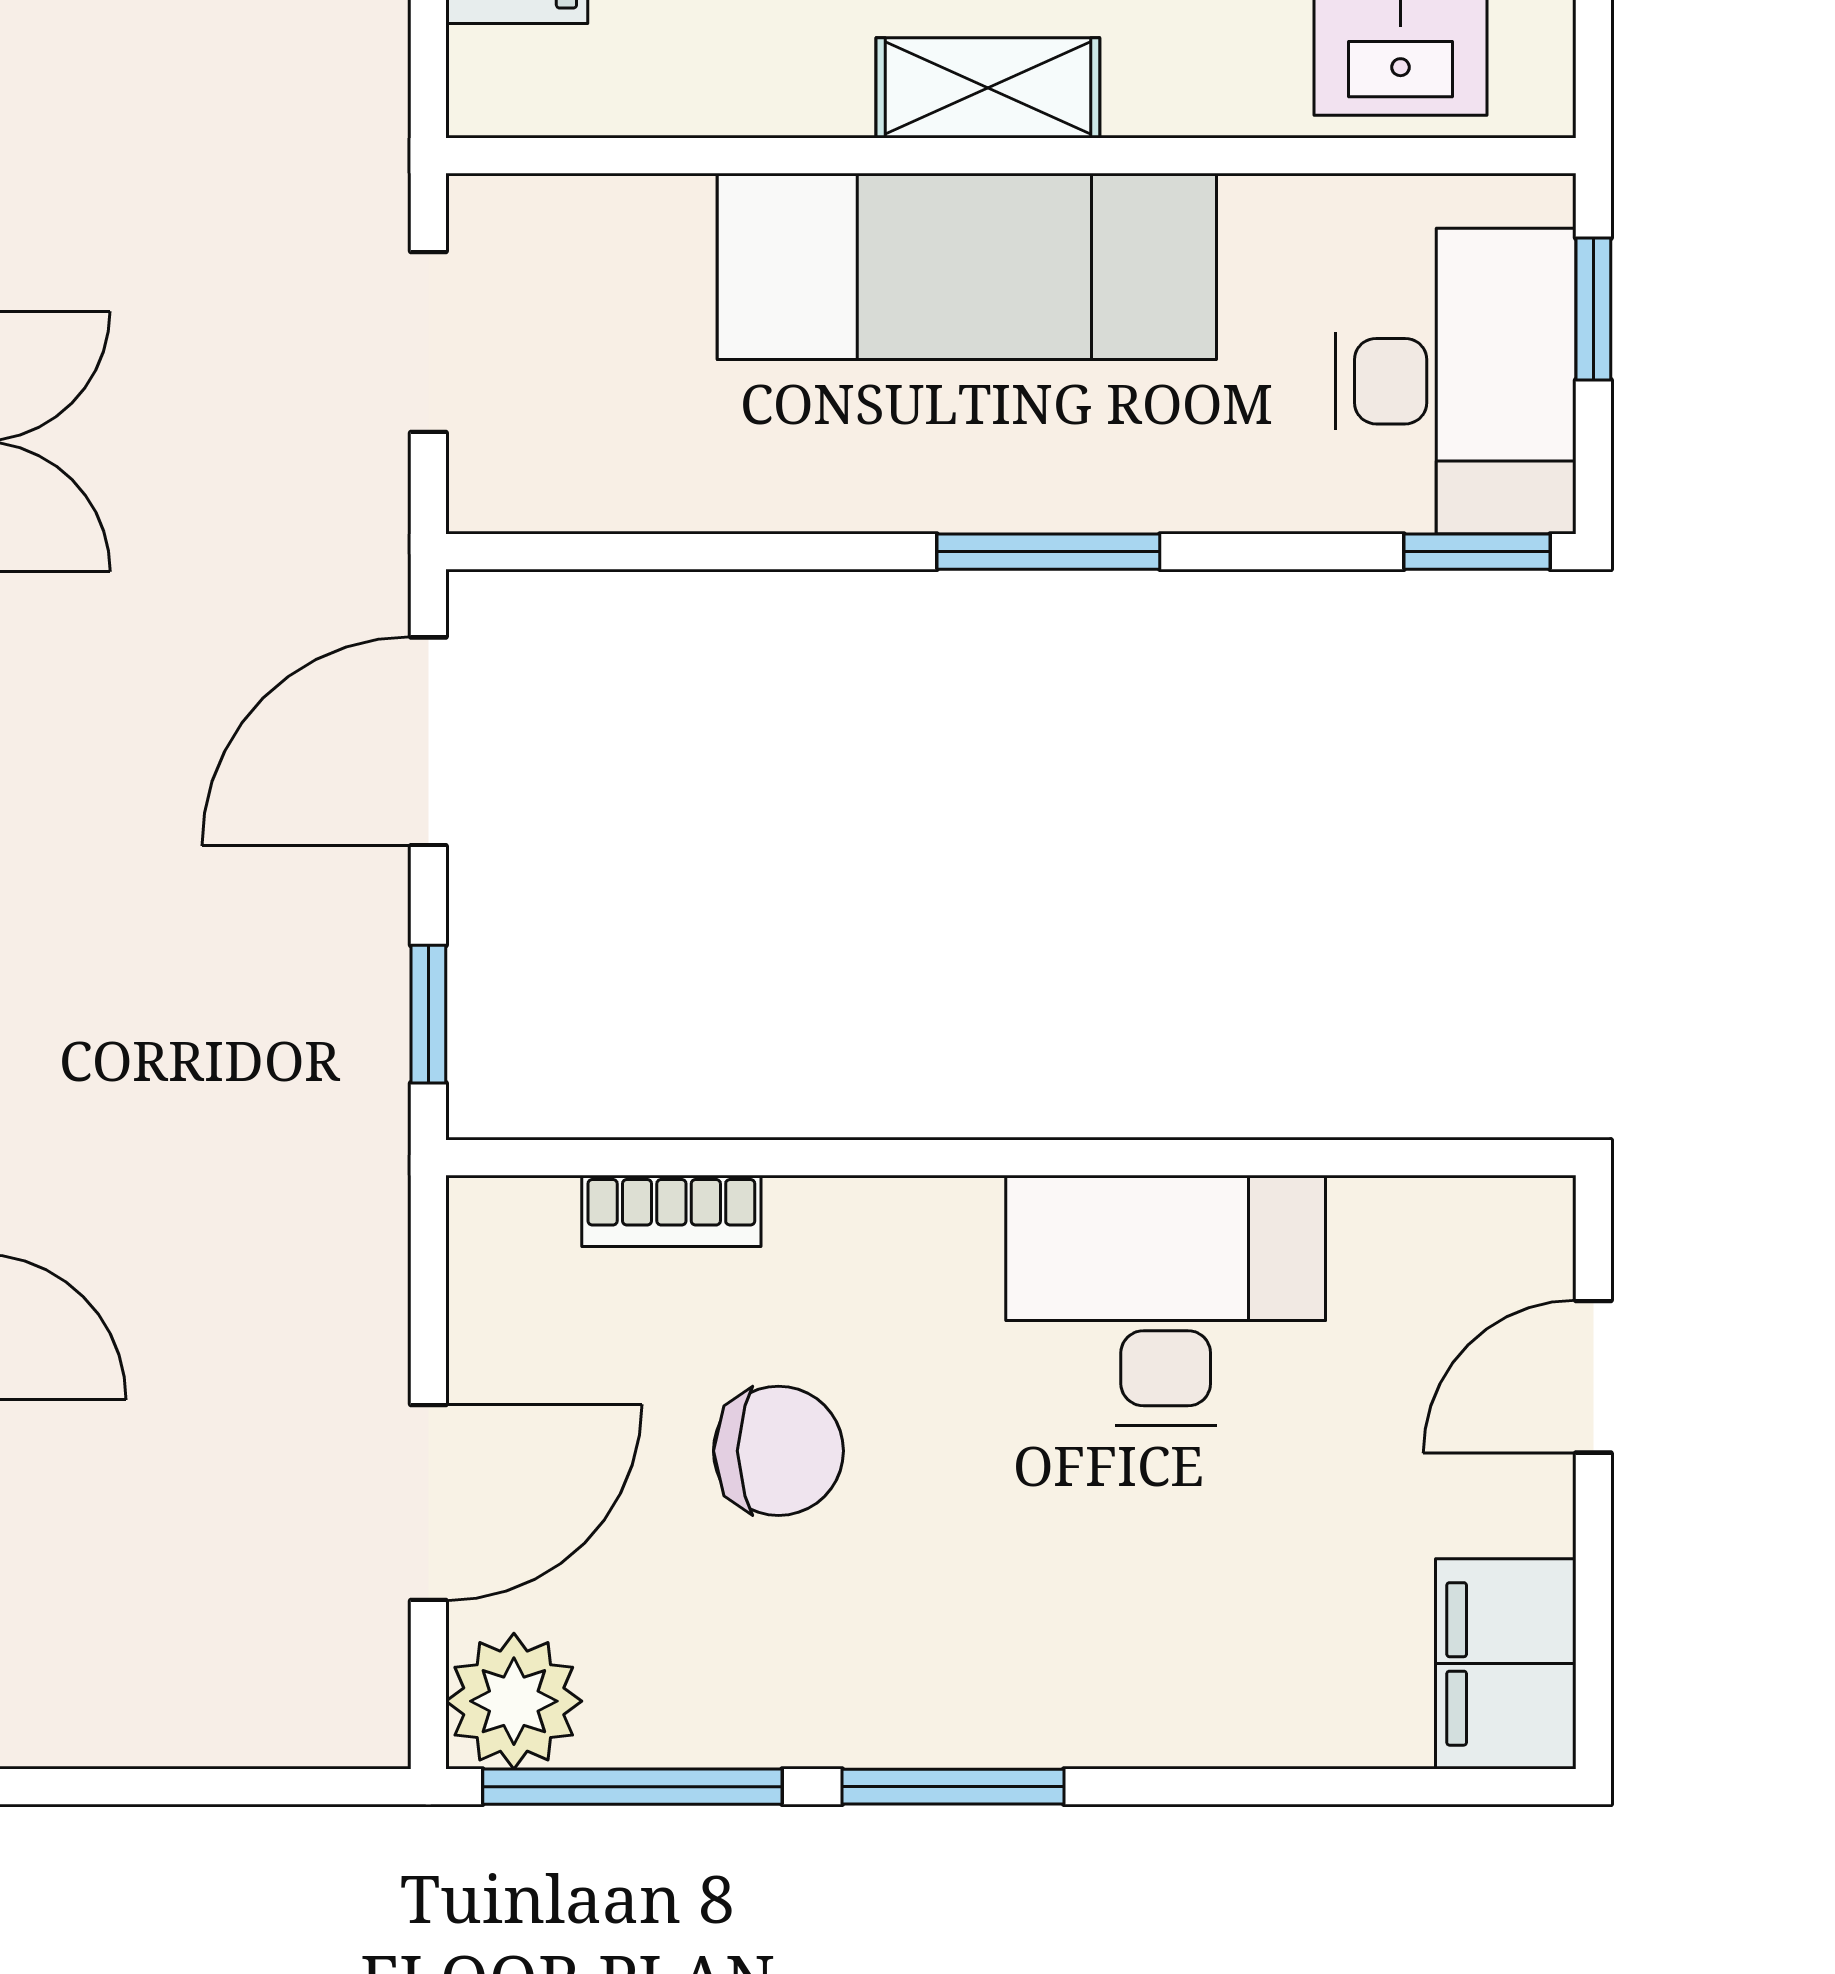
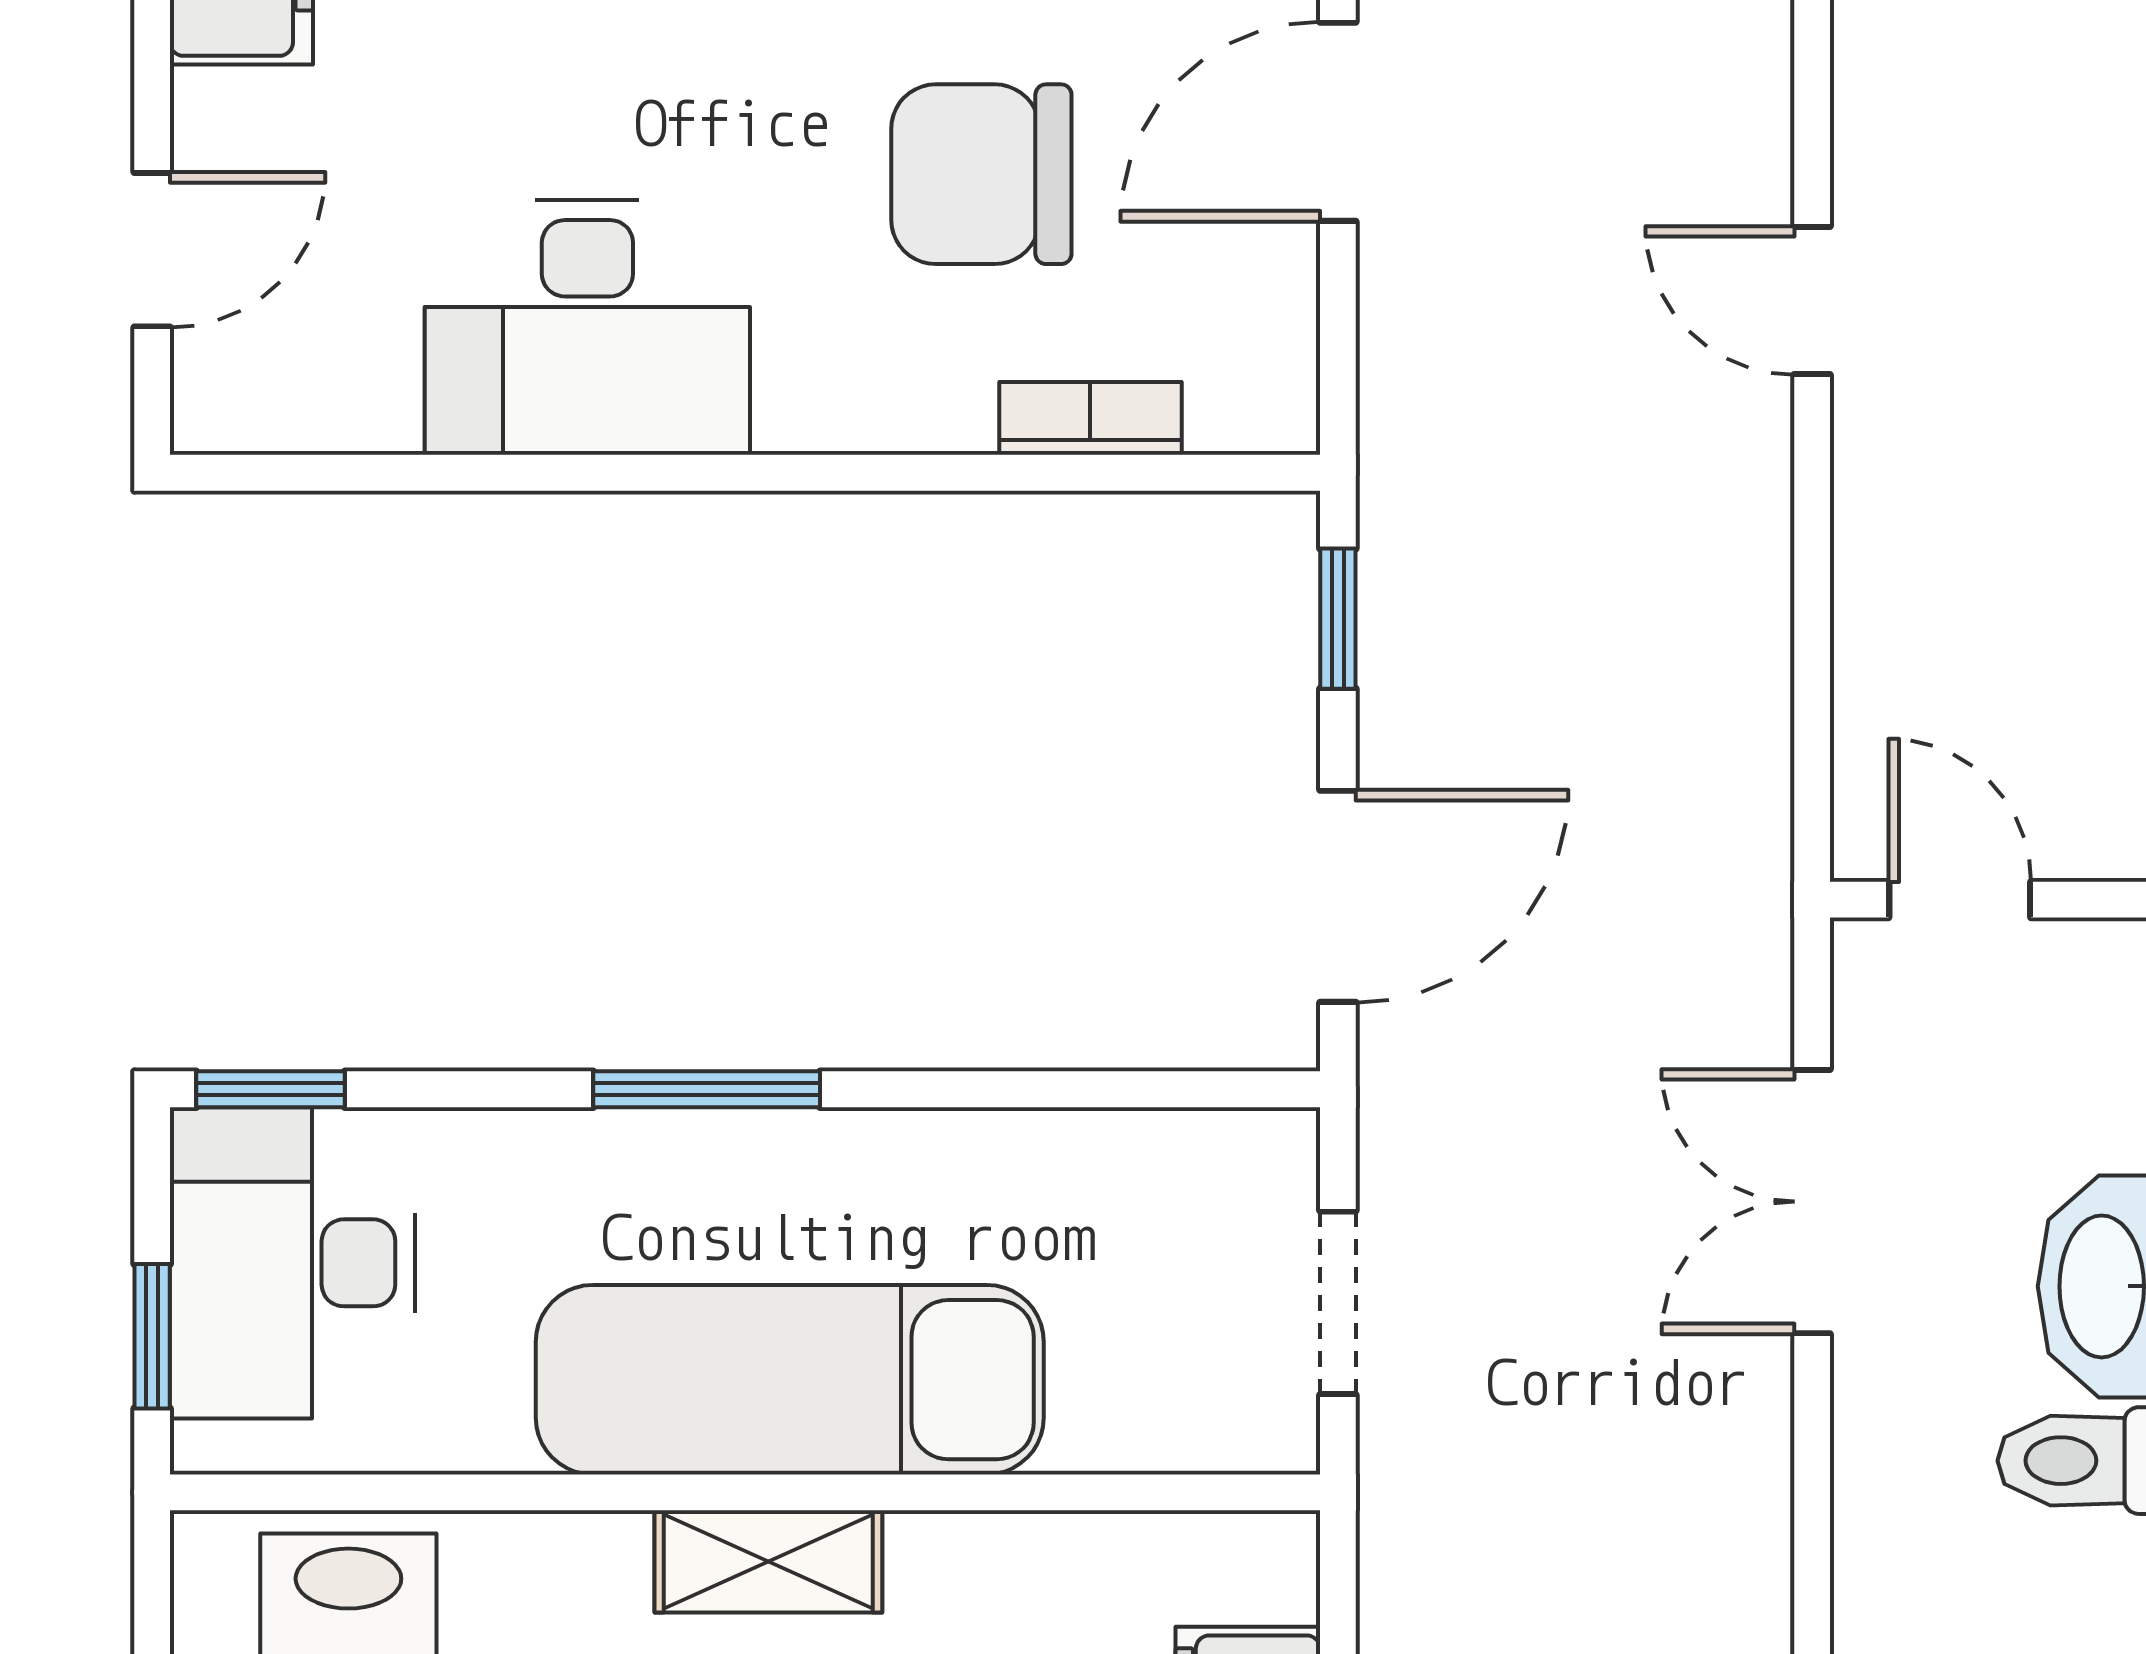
chair: (778, 1451) -> (981, 174), width x1.37, depth x1.37

